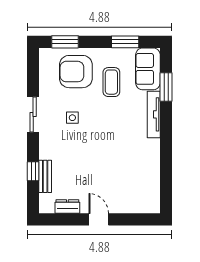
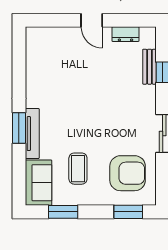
armchair: (76, 72) -> (128, 173), moved
window: (166, 87) -> (19, 128), moved
side table: (72, 118) -> (120, 130), removed

